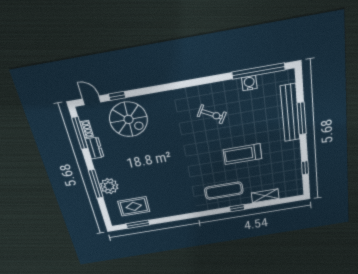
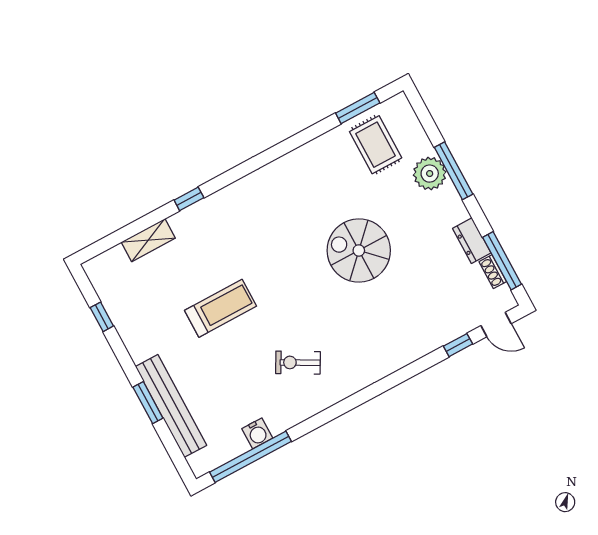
spiral stairs: (129, 119) -> (359, 250), moved
window: (302, 119) -> (148, 403), width x0.69
exercise mat: (224, 191) -> (226, 227), removed
rug: (134, 206) -> (376, 145), turned 90

